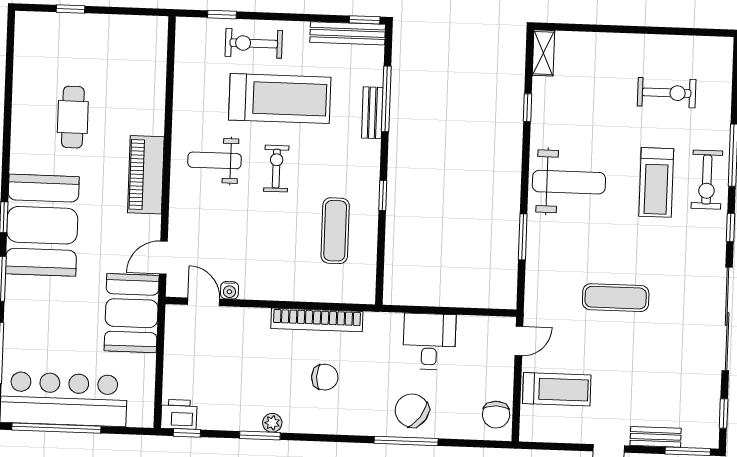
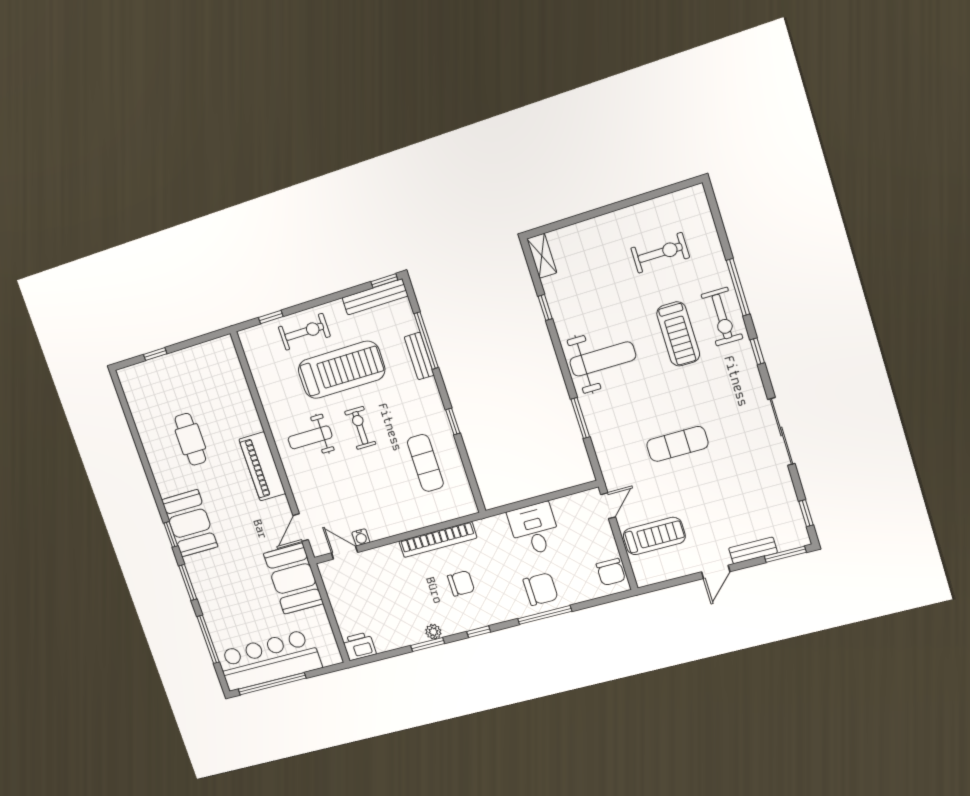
exercise bike: (254, 43) -> (304, 332), turned 180
booth: (42, 225) -> (190, 523), width x0.73, depth x0.70
sliding door: (727, 319) -> (781, 432), width x0.73
chair: (412, 410) -> (541, 589), turned 145
window: (187, 433) -> (479, 632), moved

